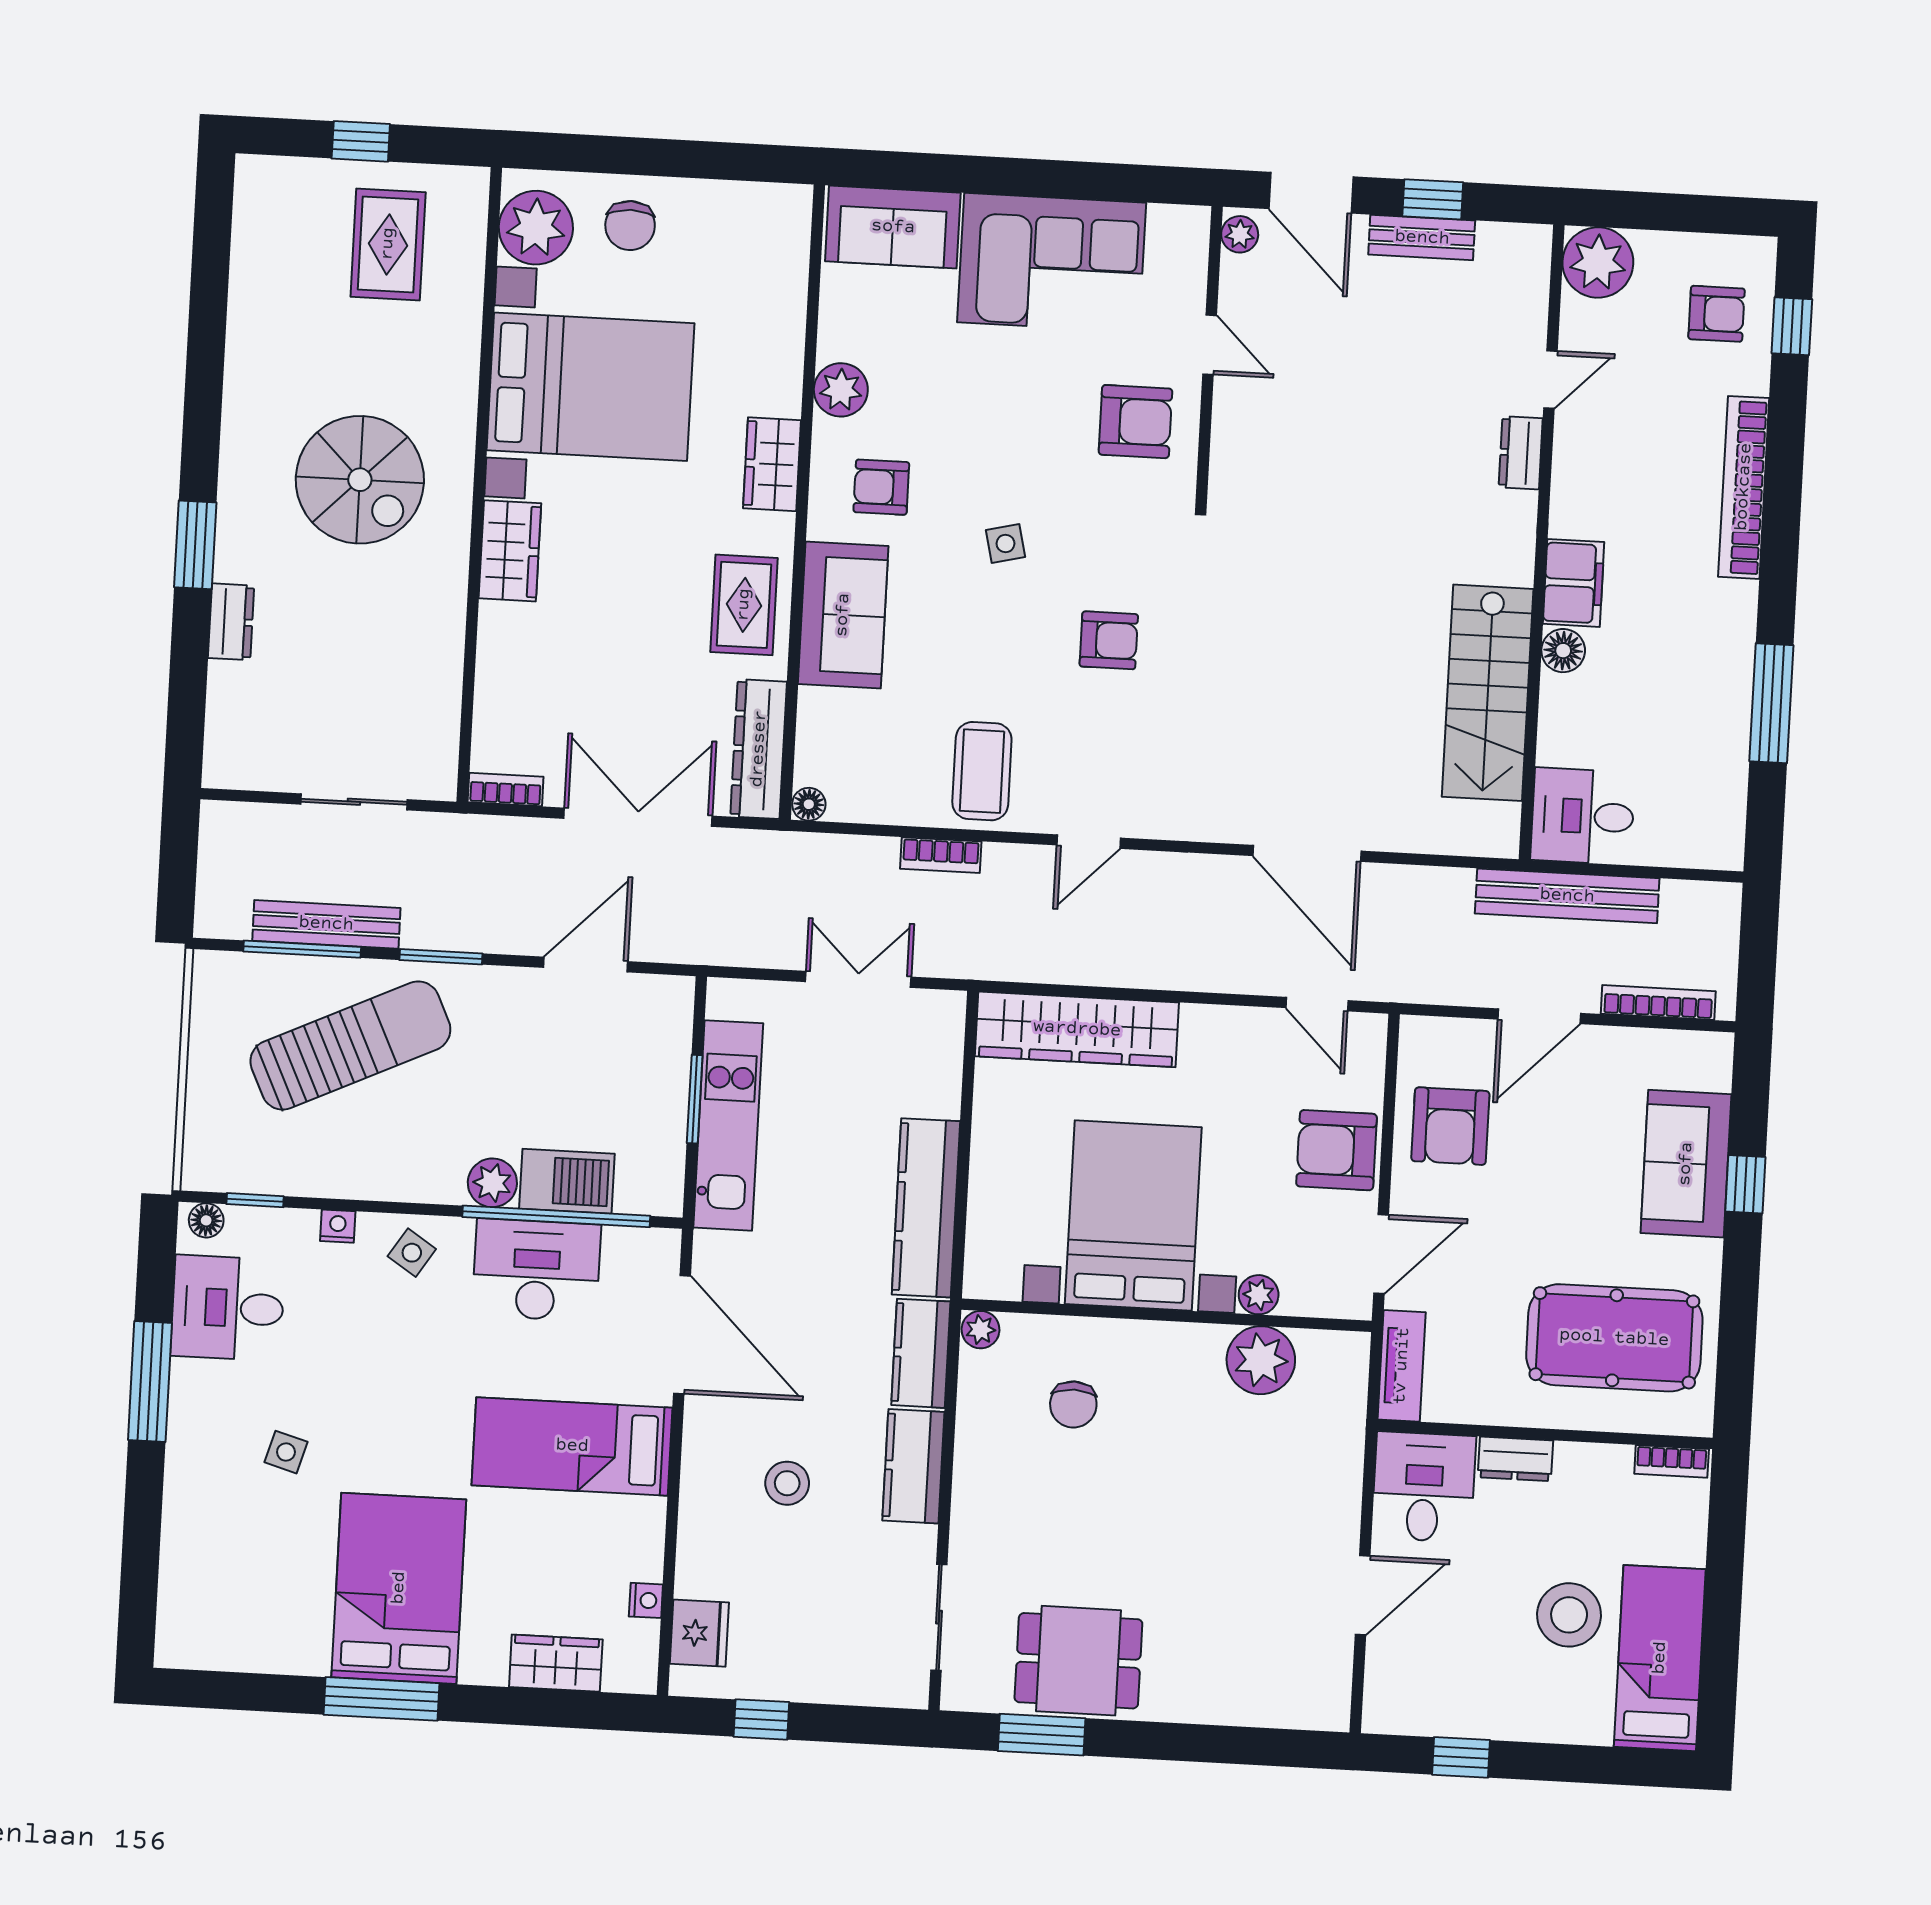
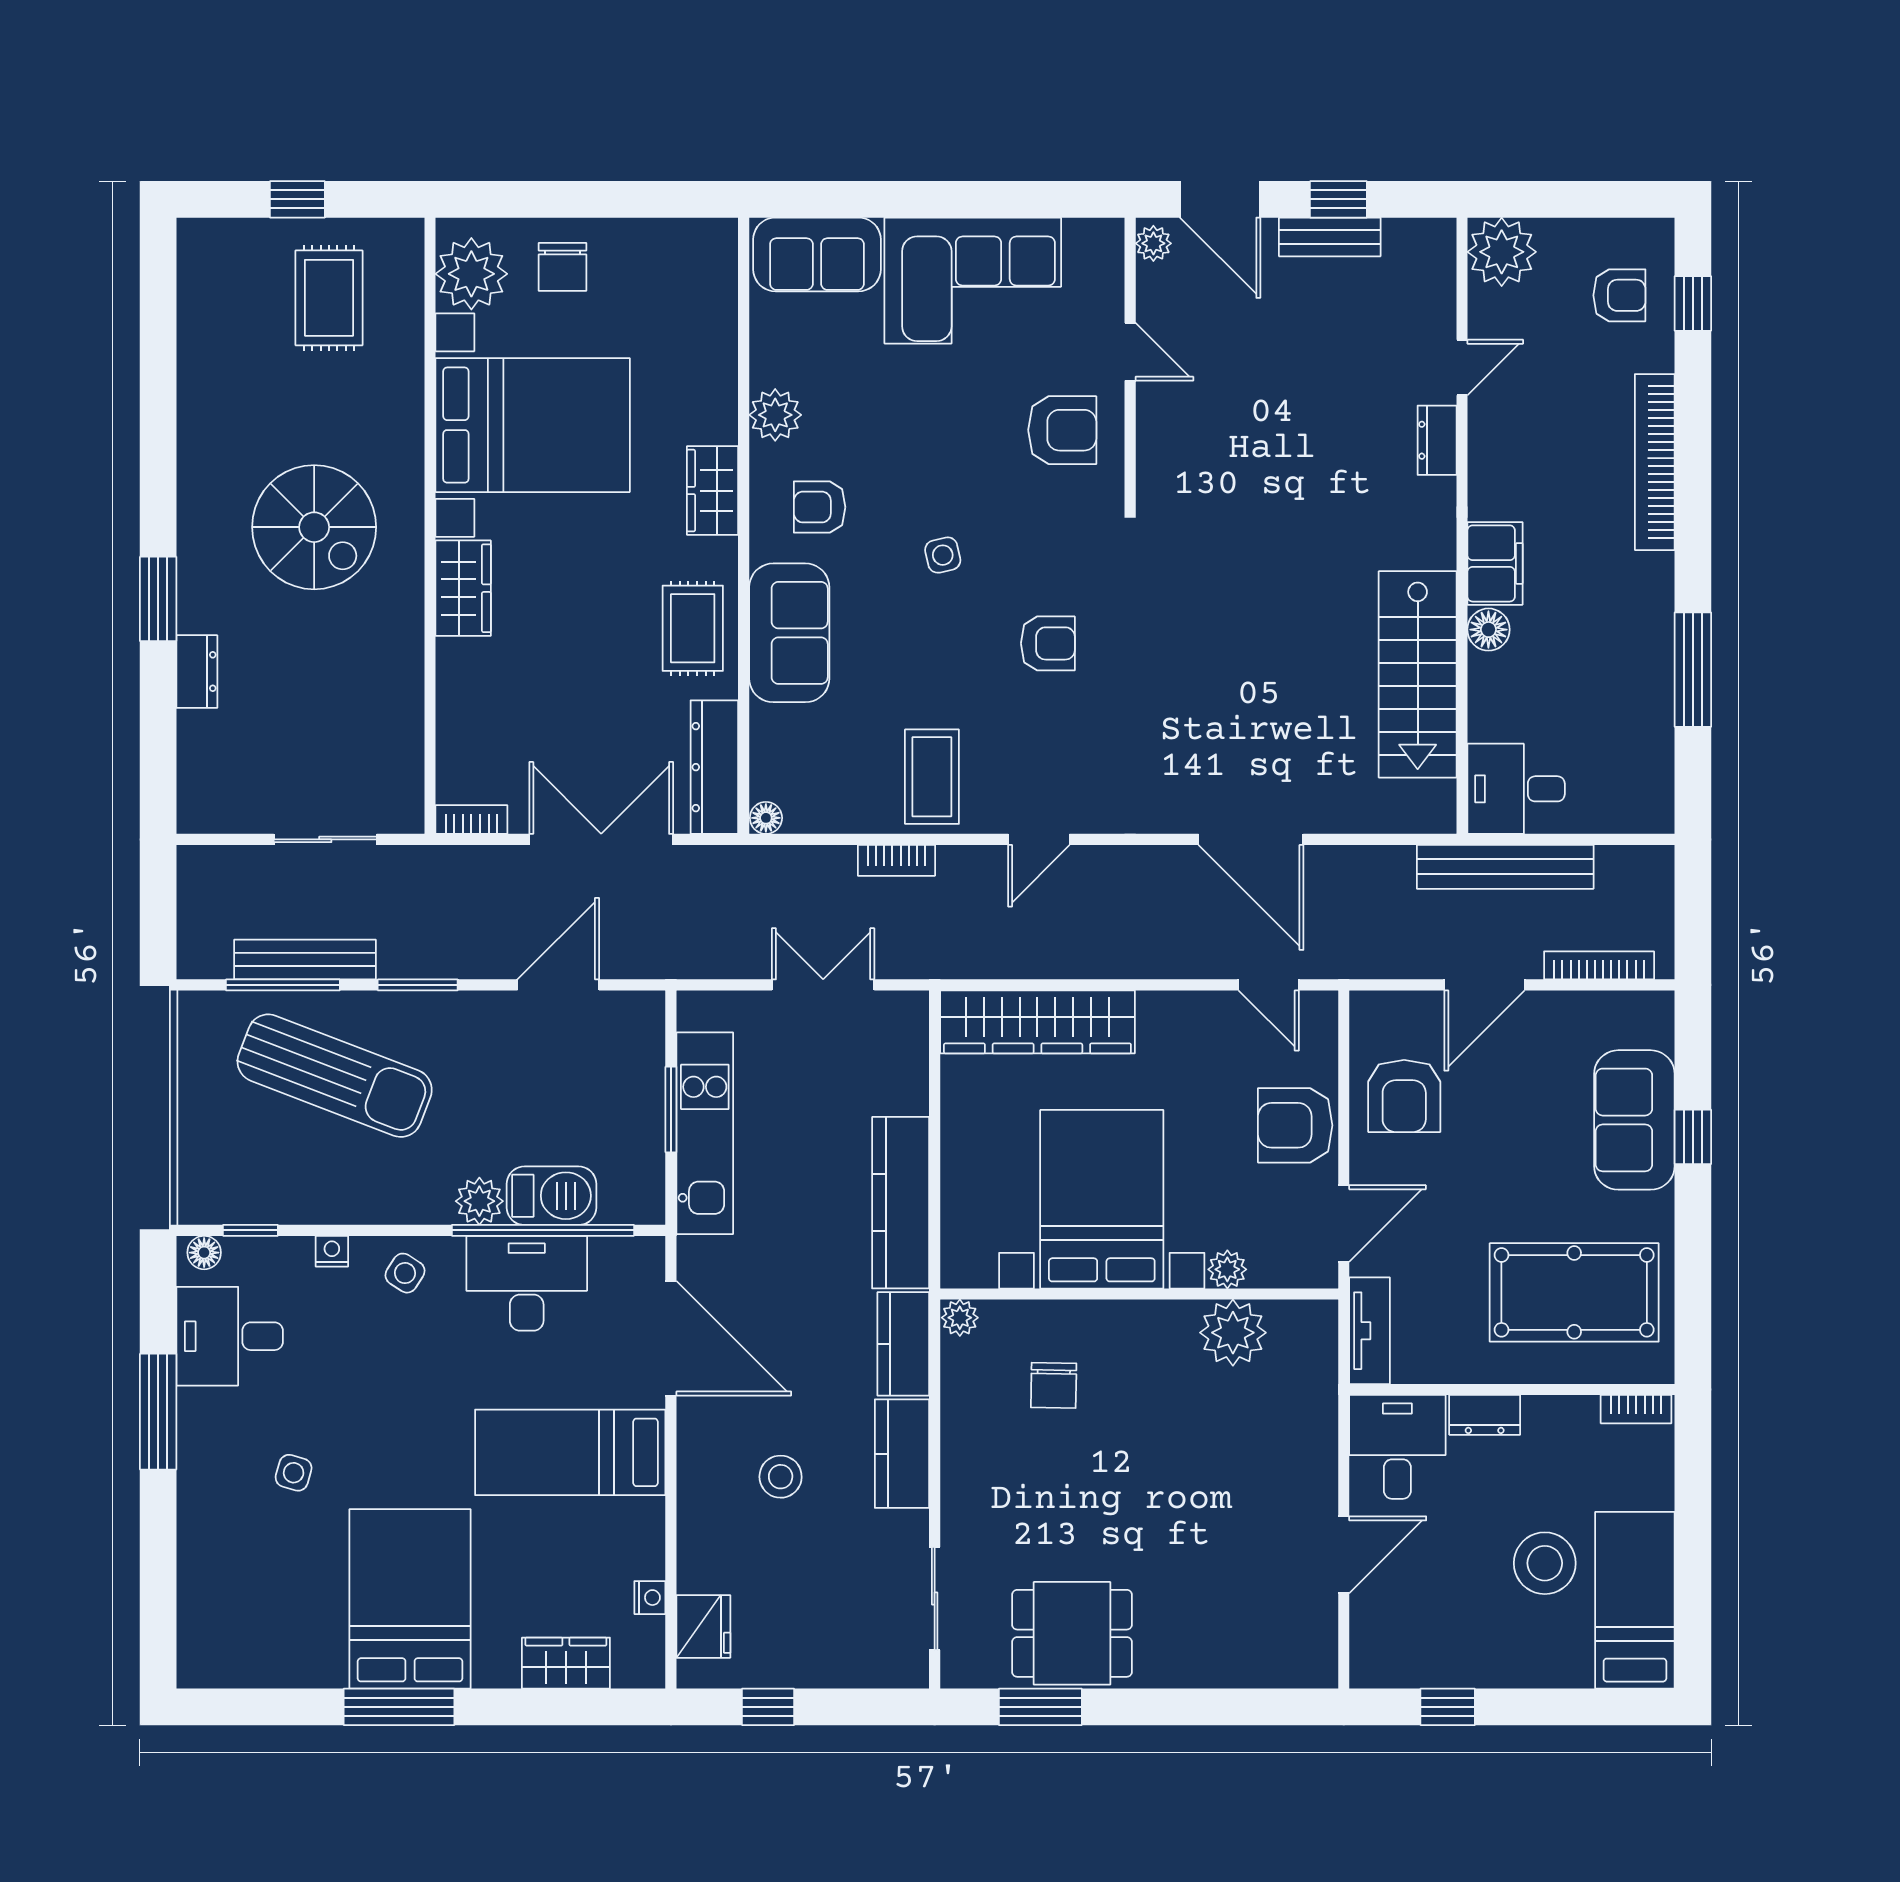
sun lounger: (350, 1046) -> (335, 1076), turned 46

